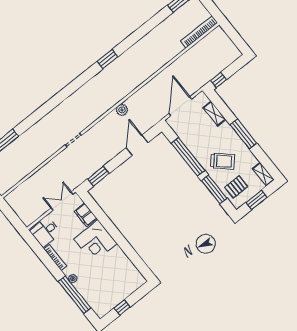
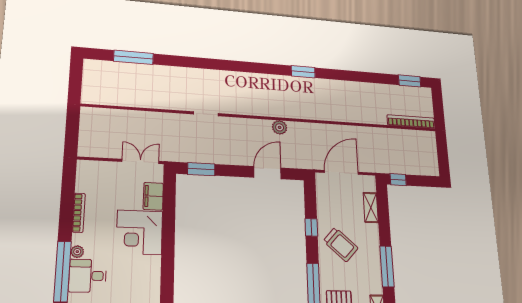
window: (243, 134) -> (387, 266), moved
window: (188, 157) -> (311, 227), width x0.32
trolley: (222, 161) -> (341, 244), moved
desk: (45, 232) -> (88, 276), moved

